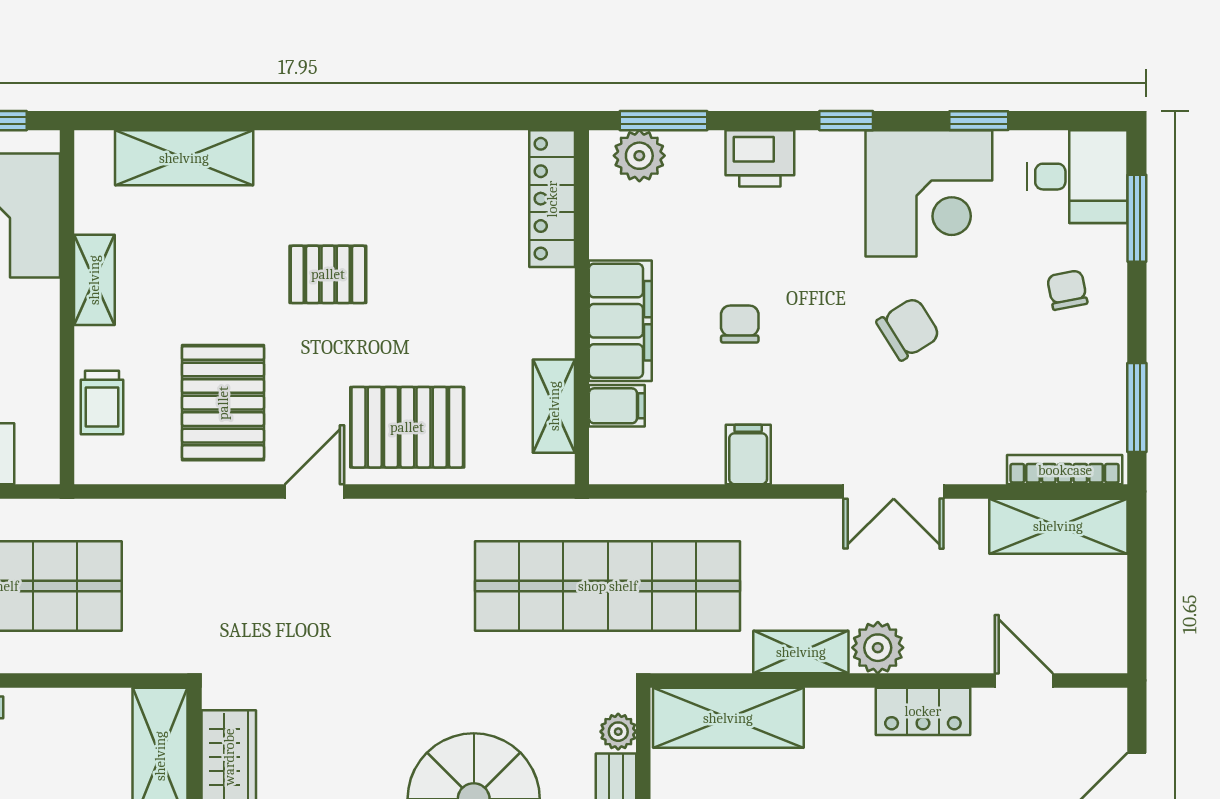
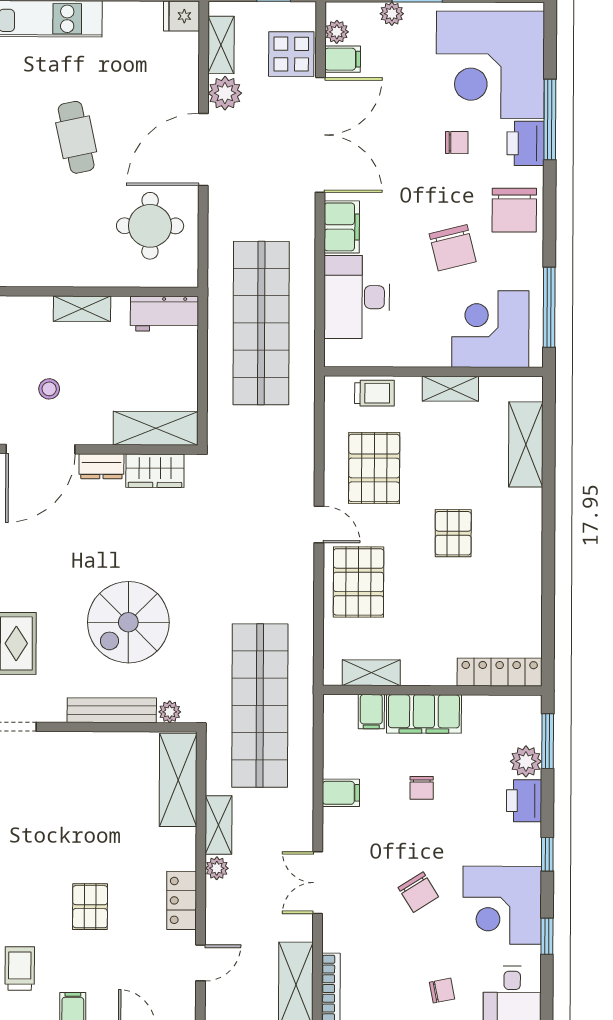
plant: (639, 156) -> (526, 761), moved
chair: (740, 324) -> (422, 788), turned 90
trolley: (102, 403) -> (374, 393), turned 180
pallet: (223, 403) -> (374, 468), turned 90
plant: (878, 648) -> (217, 868), width x0.73, depth x0.73

